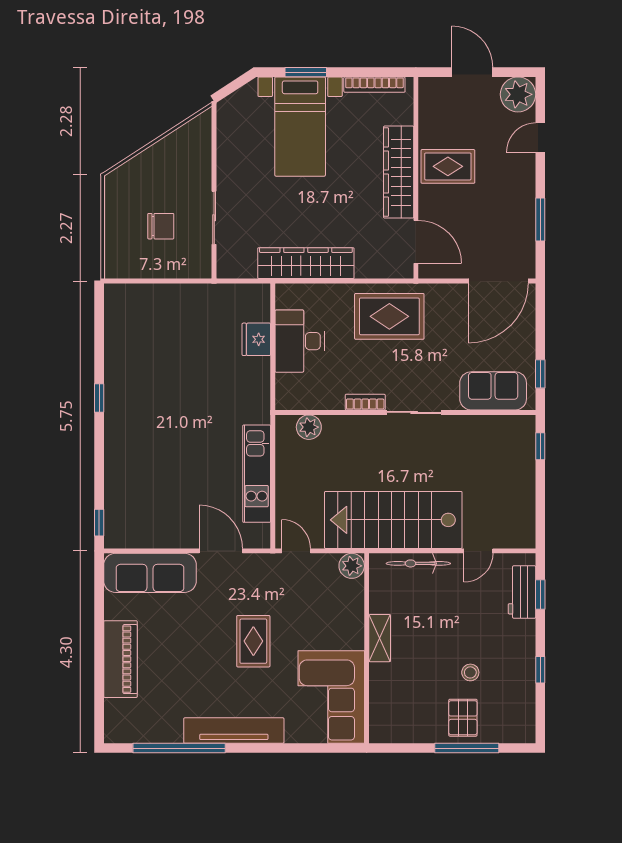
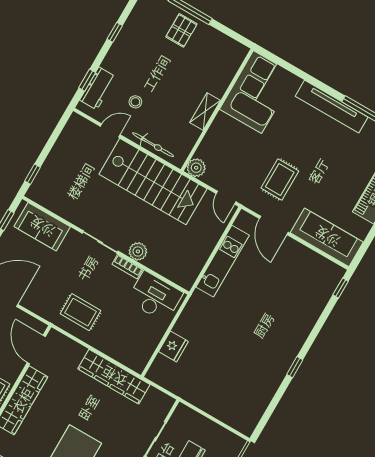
rug: (389, 316) -> (81, 312), width x0.73, depth x0.70
desk: (300, 341) -> (155, 297), moved, turned -90
plant: (309, 427) -> (138, 251), moved
rug: (253, 641) -> (280, 179), moved
stool: (470, 672) -> (135, 102), moved

